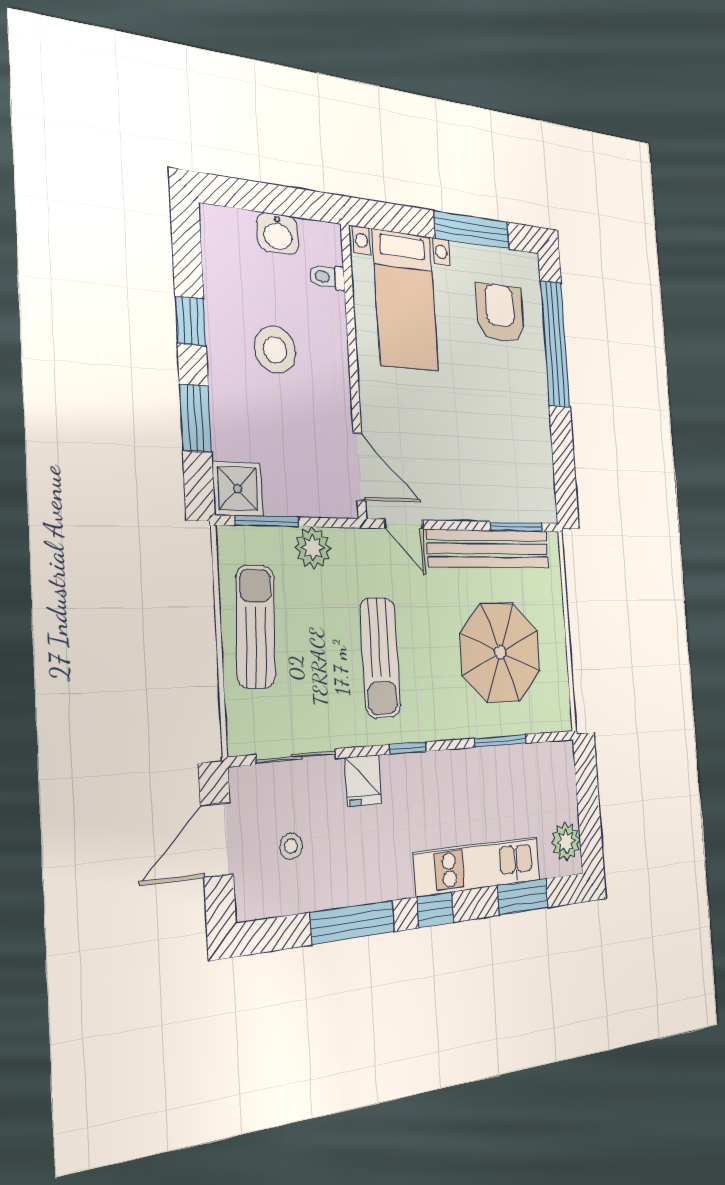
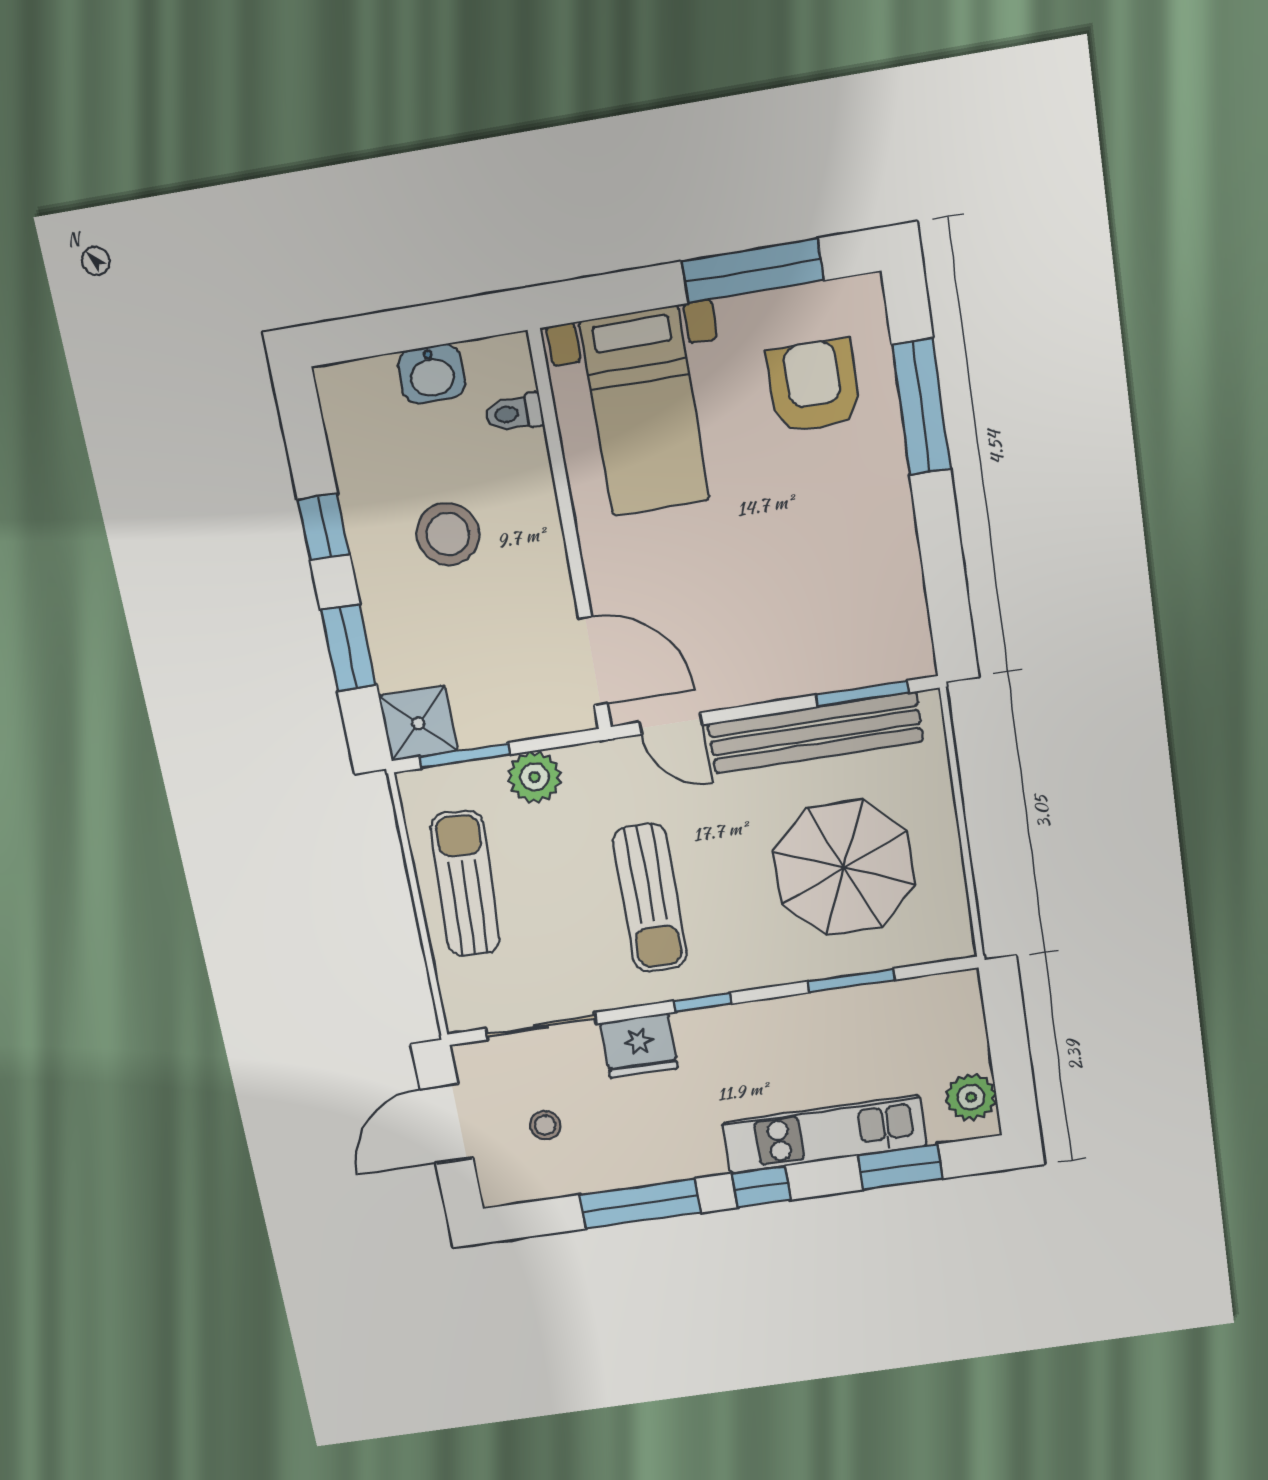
window: (555, 344) -> (921, 407), width x0.68
fridge: (363, 780) -> (639, 1046), width x1.38

